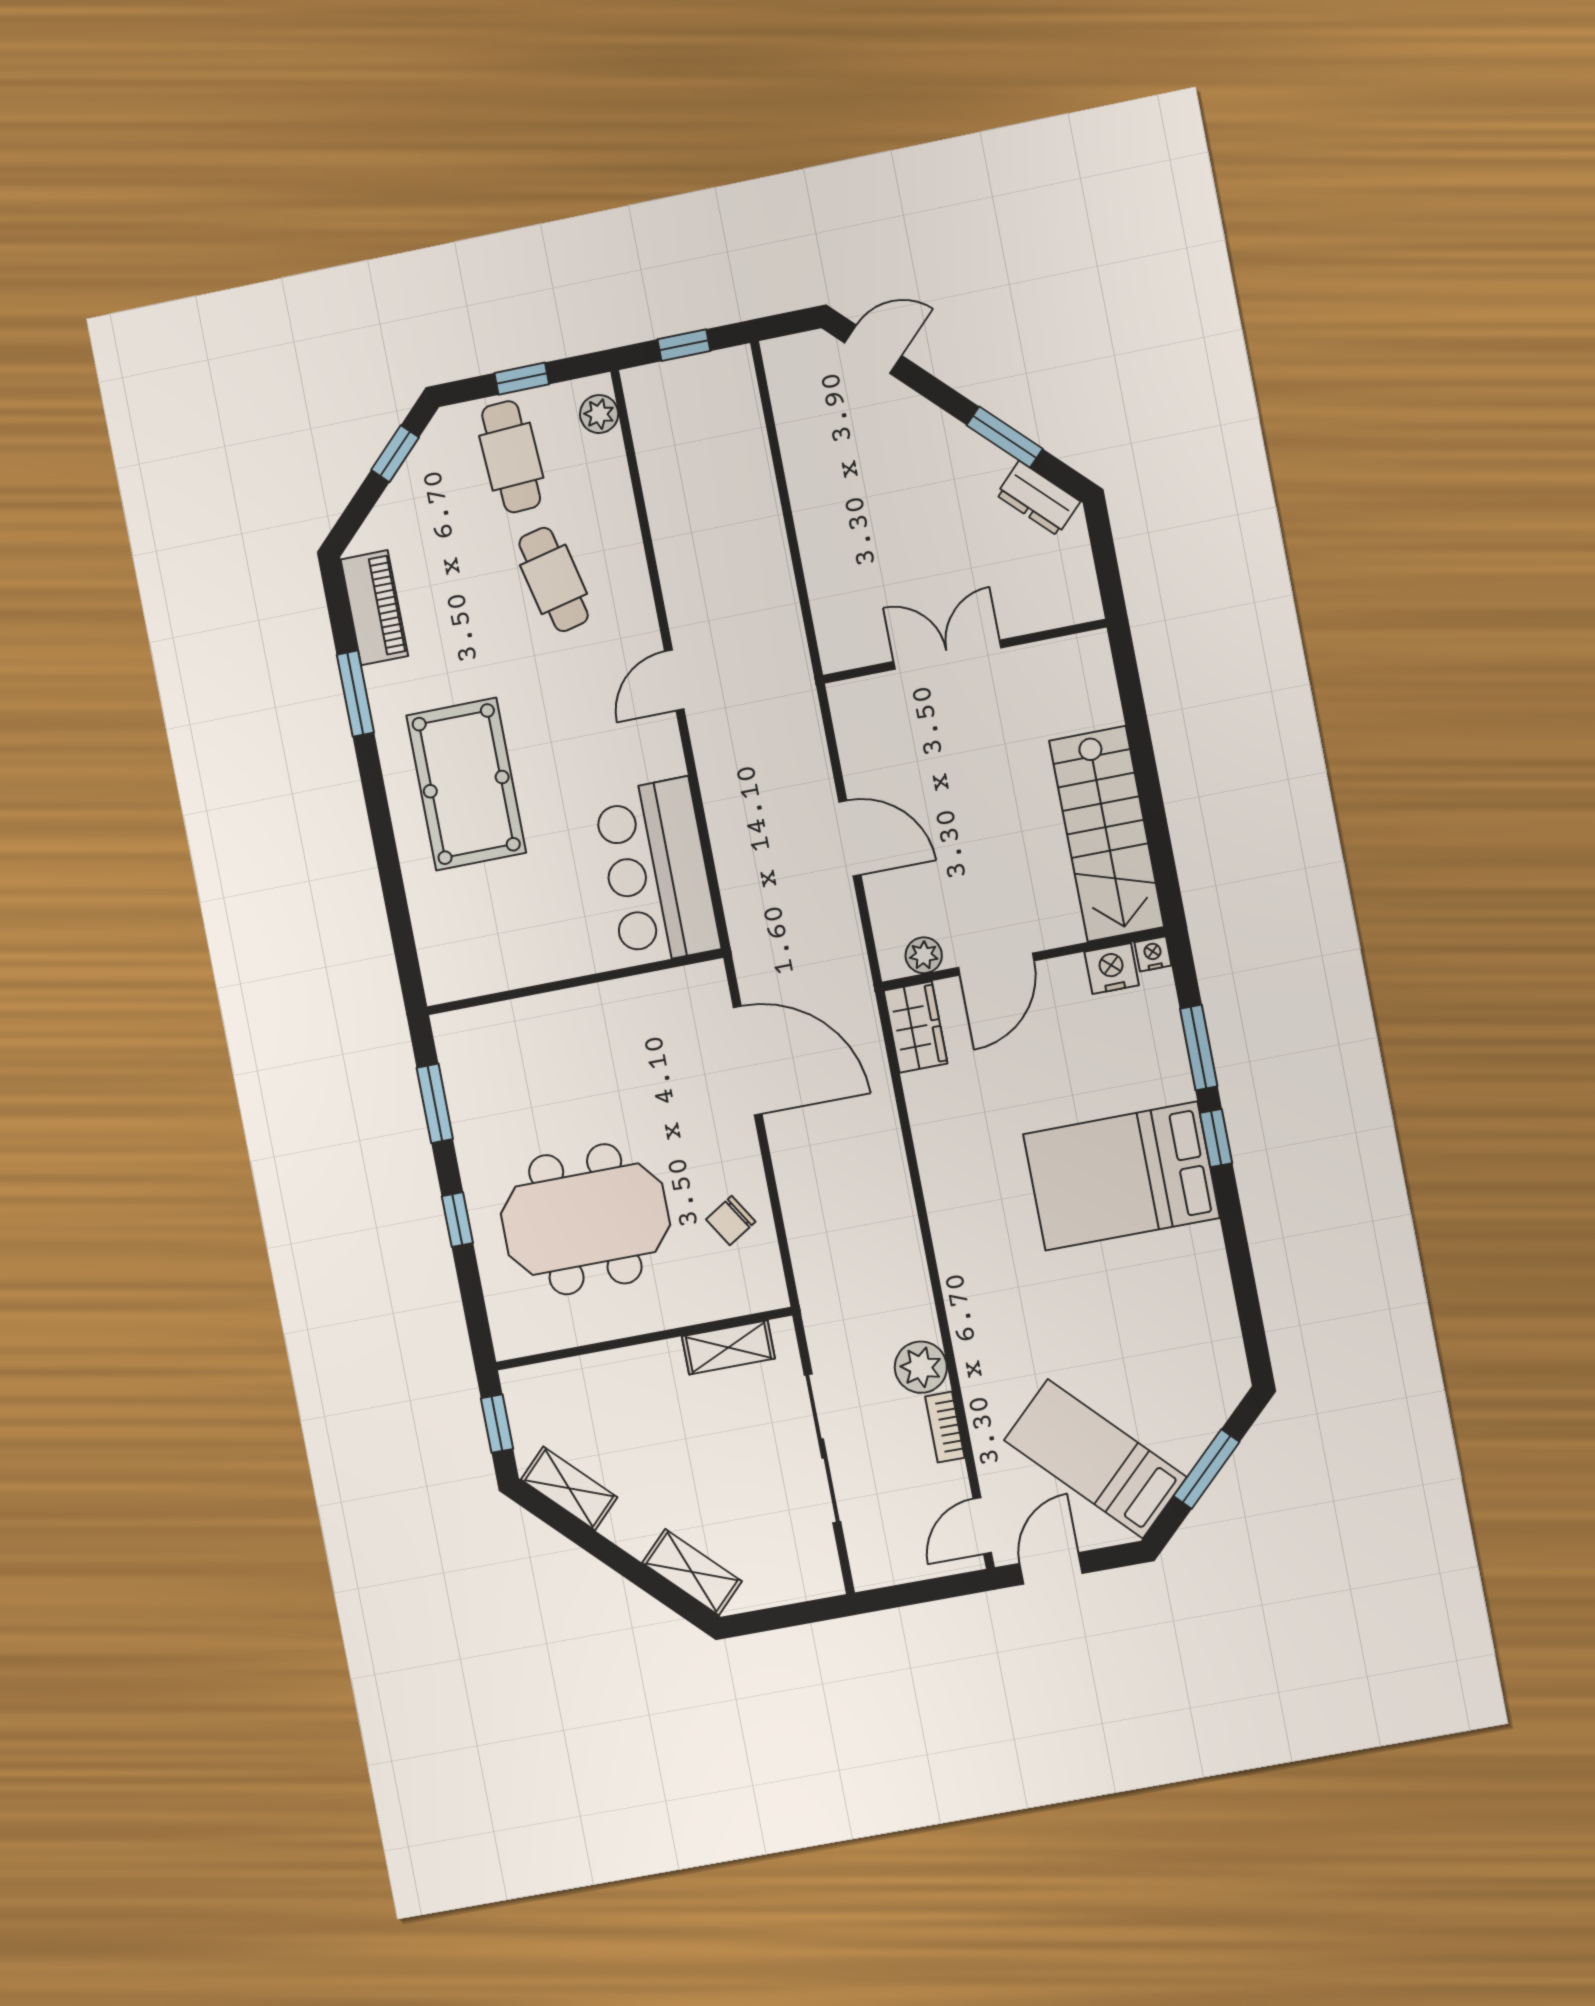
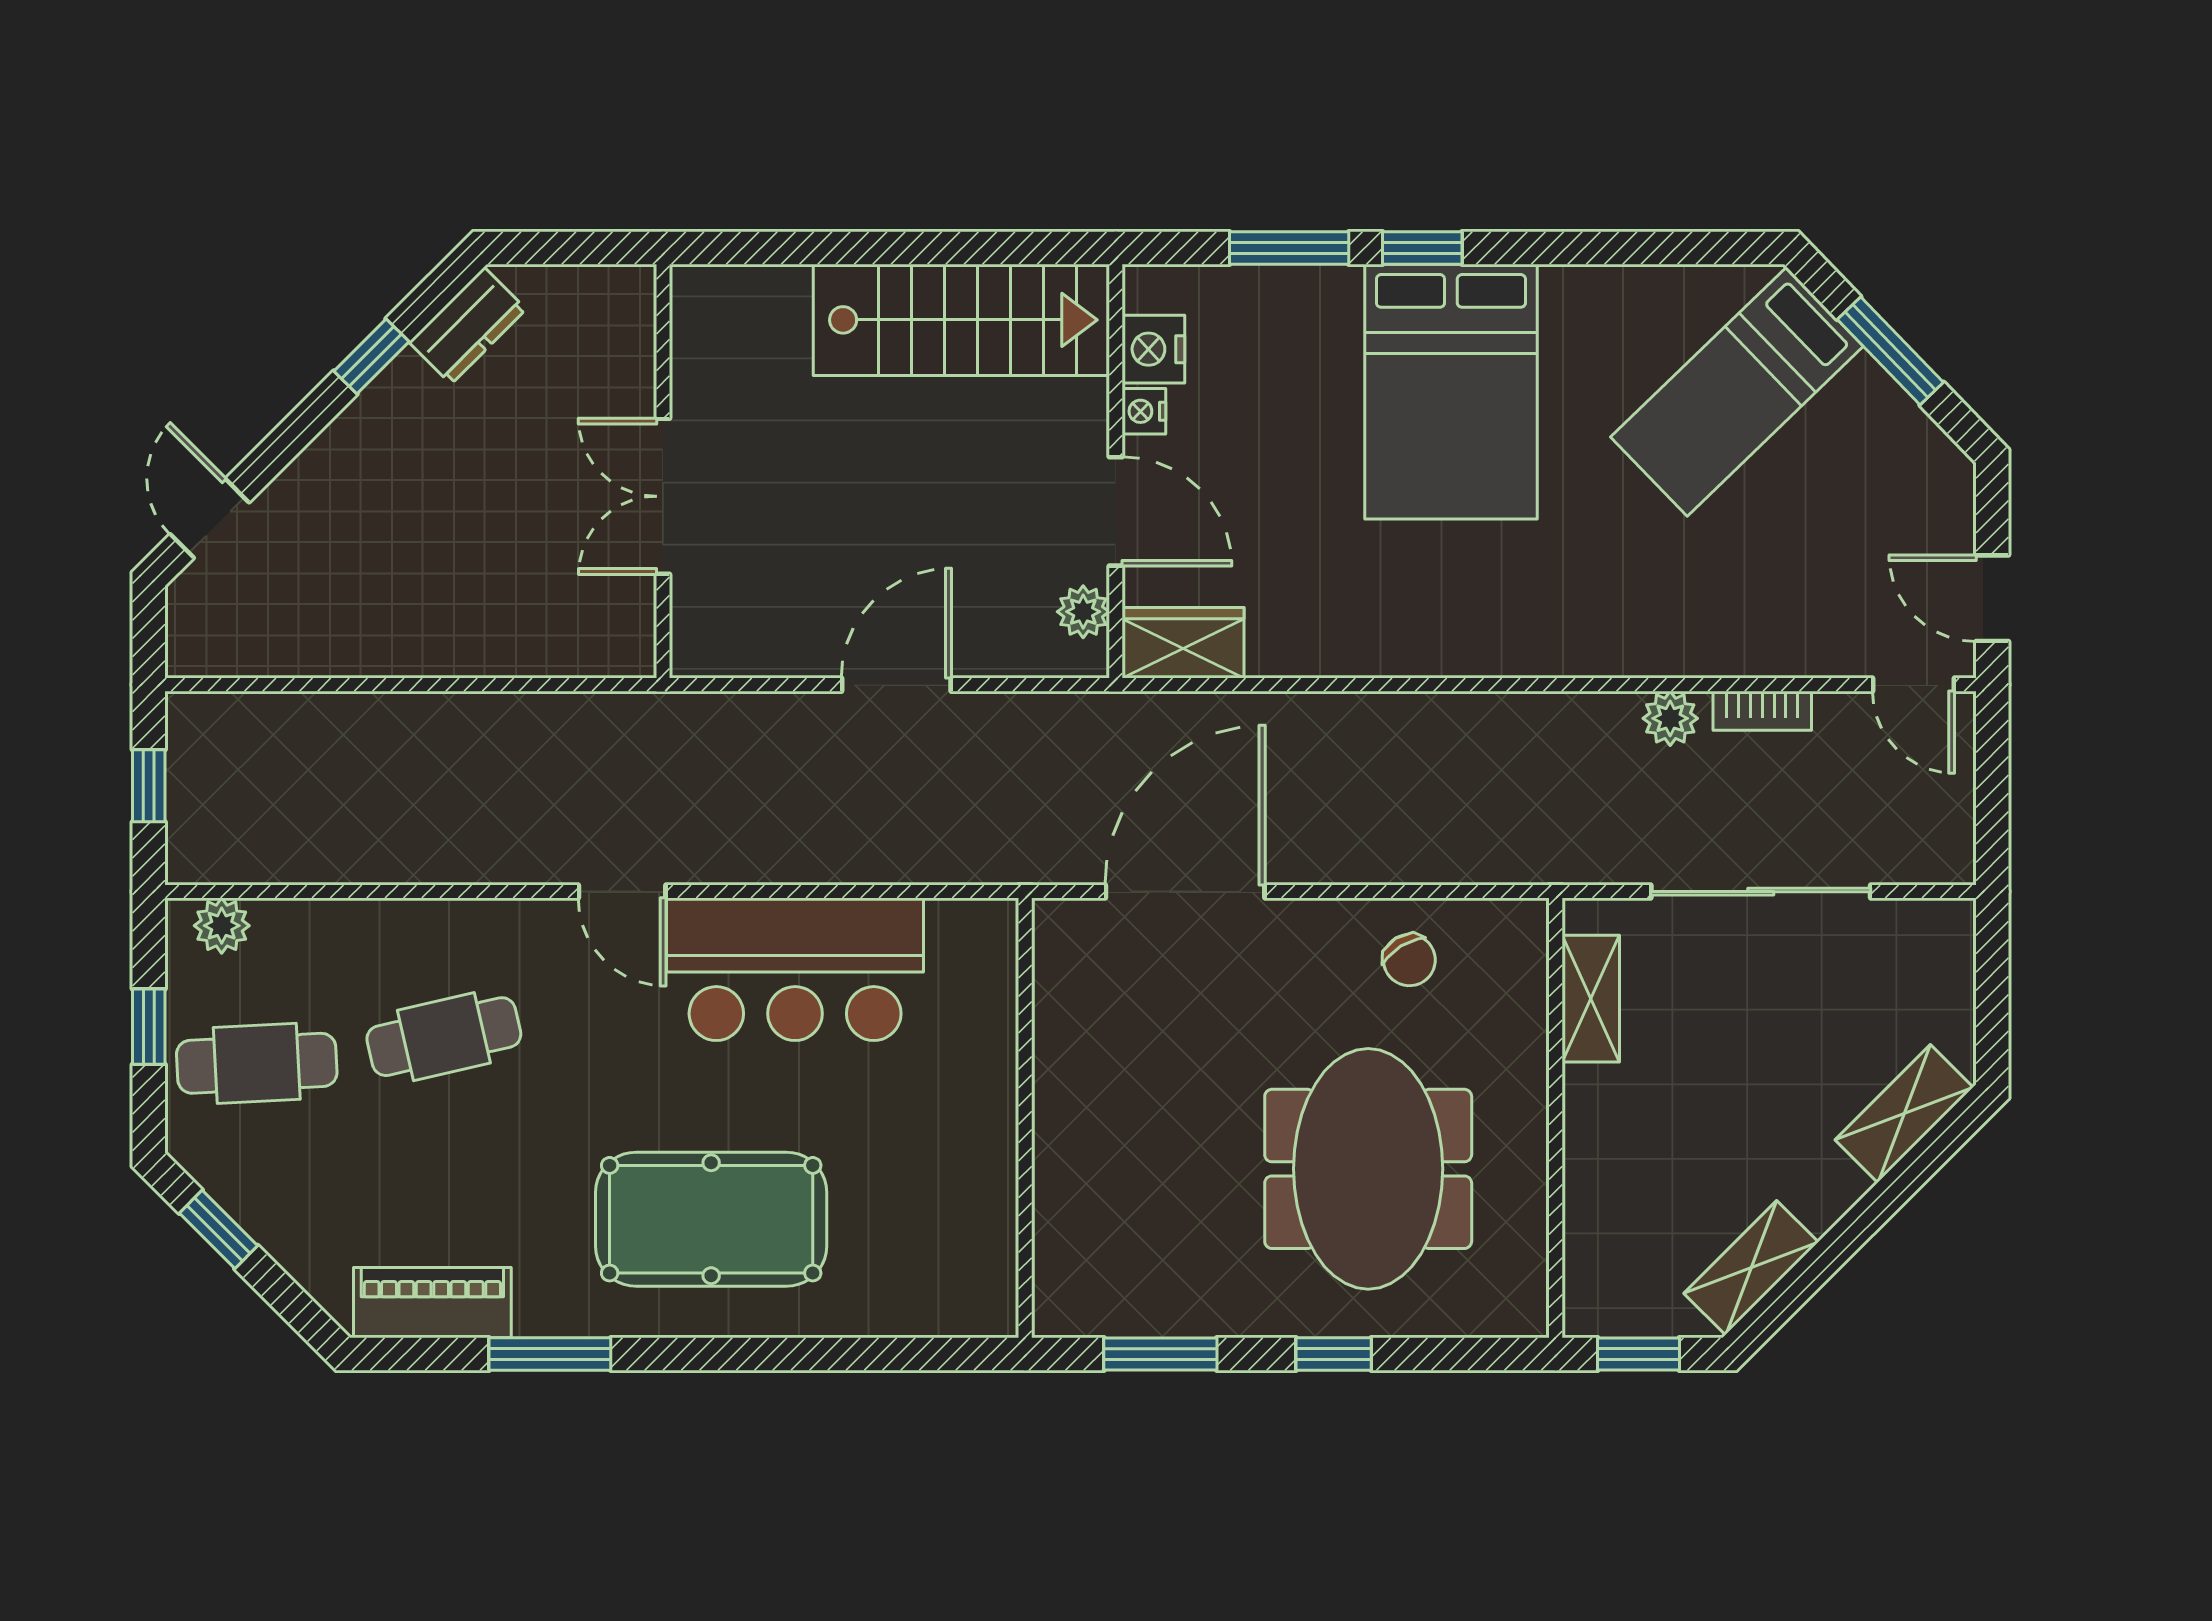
window: (1005, 437) -> (372, 356), width x0.67
bar counter: (657, 872) -> (795, 969), moved
nightstand: (1153, 954) -> (1144, 411), moved
plant: (921, 1367) -> (1670, 718), width x0.73, depth x0.73
bed: (1095, 1459) -> (1737, 392), moved

